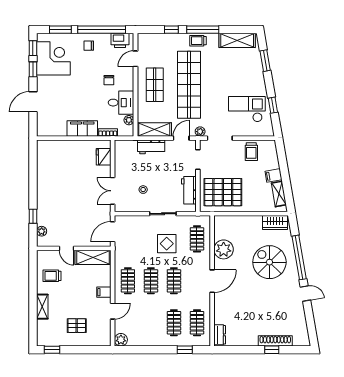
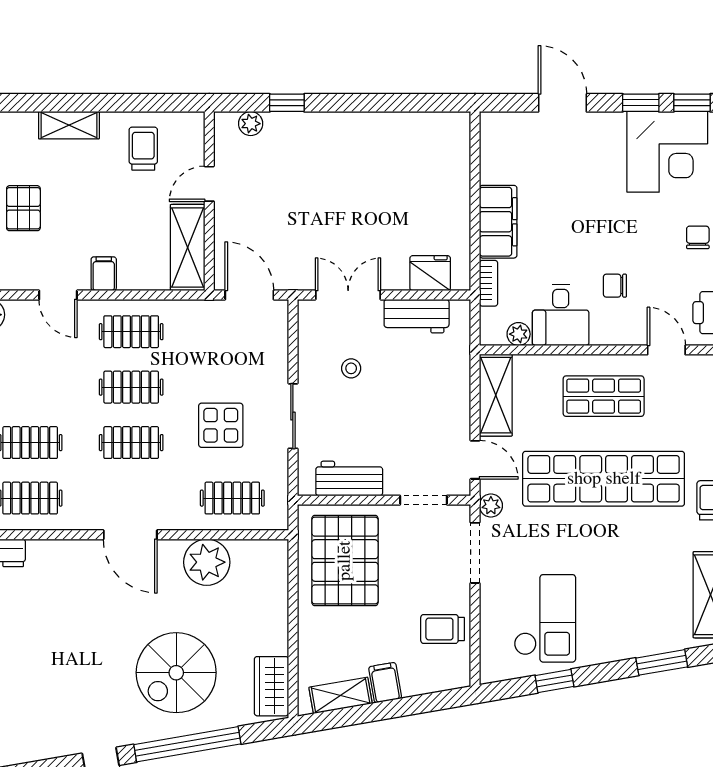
workbench: (151, 147) -> (417, 316), moved, turned -90
spiral stairs: (269, 262) -> (176, 673), turned 180

